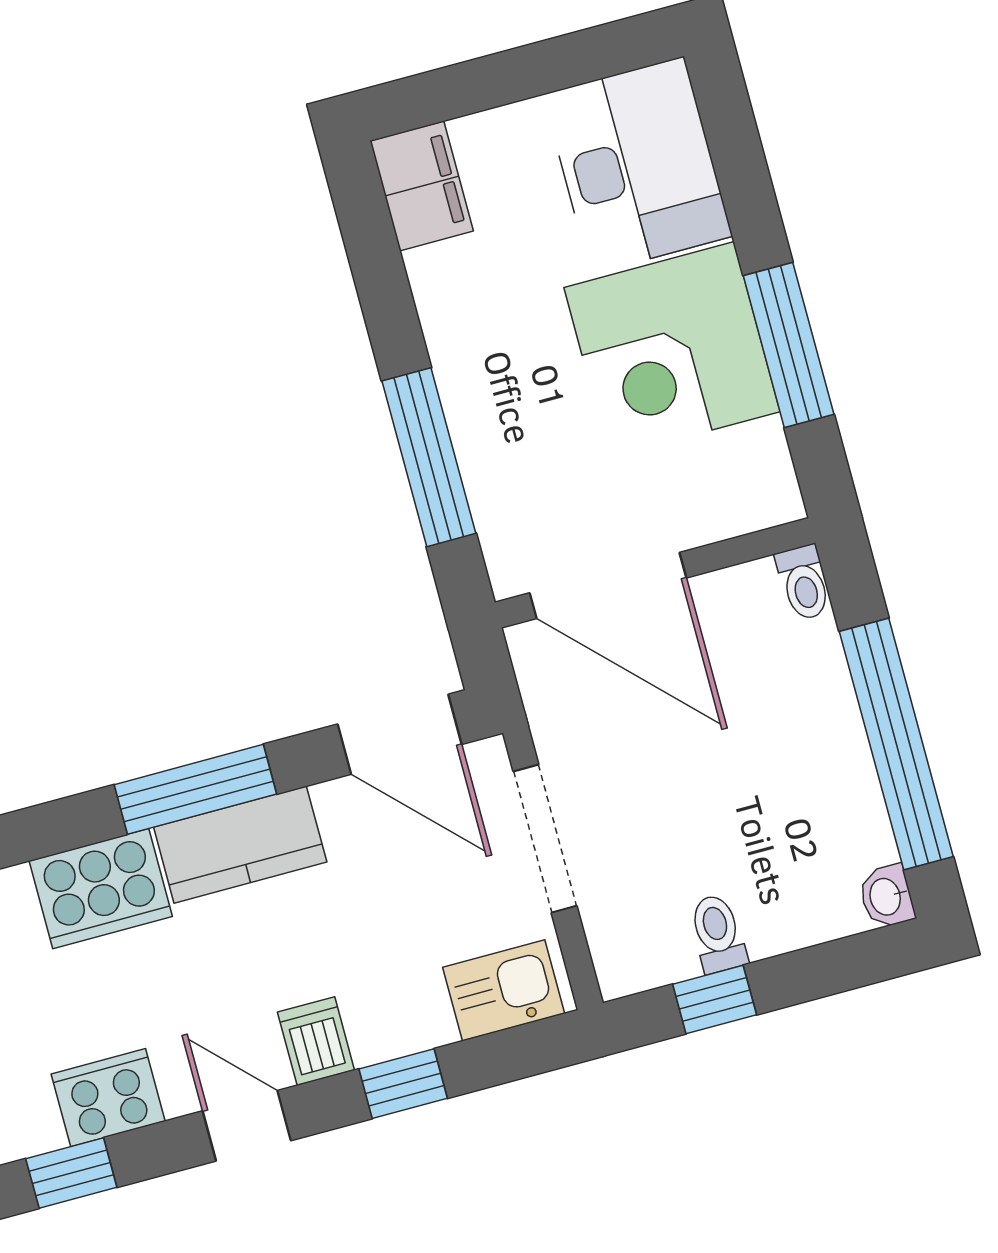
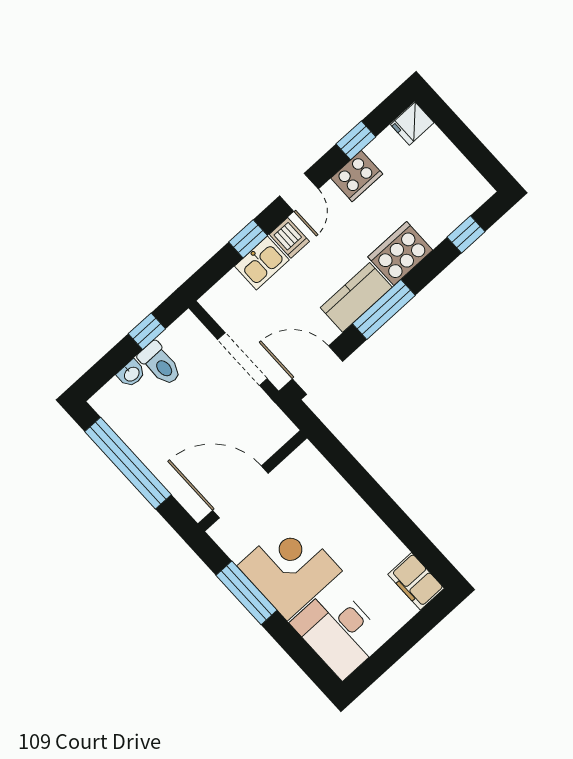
window: (429, 457) -> (360, 480), removed
toilet: (804, 583) -> (194, 506), removed
door: (608, 585) -> (240, 492), moved
washbasin: (886, 896) -> (131, 374), moved, turned 90
toilet: (718, 934) -> (160, 364), width x1.37, depth x1.39
kitchen sink: (504, 990) -> (262, 263), moved
door: (247, 1126) -> (299, 192), hinge flipped

